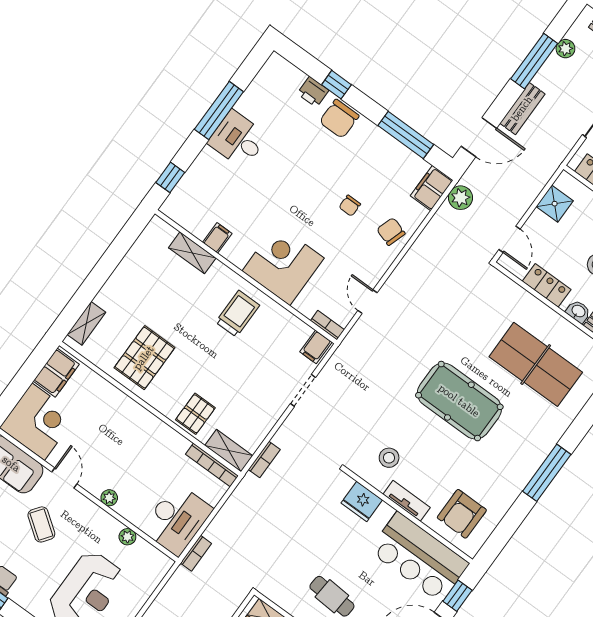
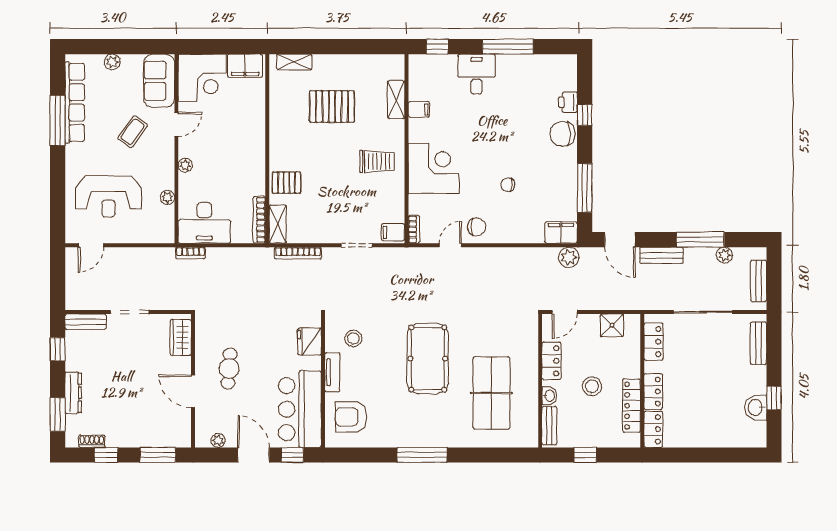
desk: (238, 139) -> (477, 74), moved
chair: (391, 232) -> (477, 227), moved, turned 72
pallet: (144, 358) -> (332, 107), moved
bookcase: (264, 460) -> (298, 253), width x1.56

